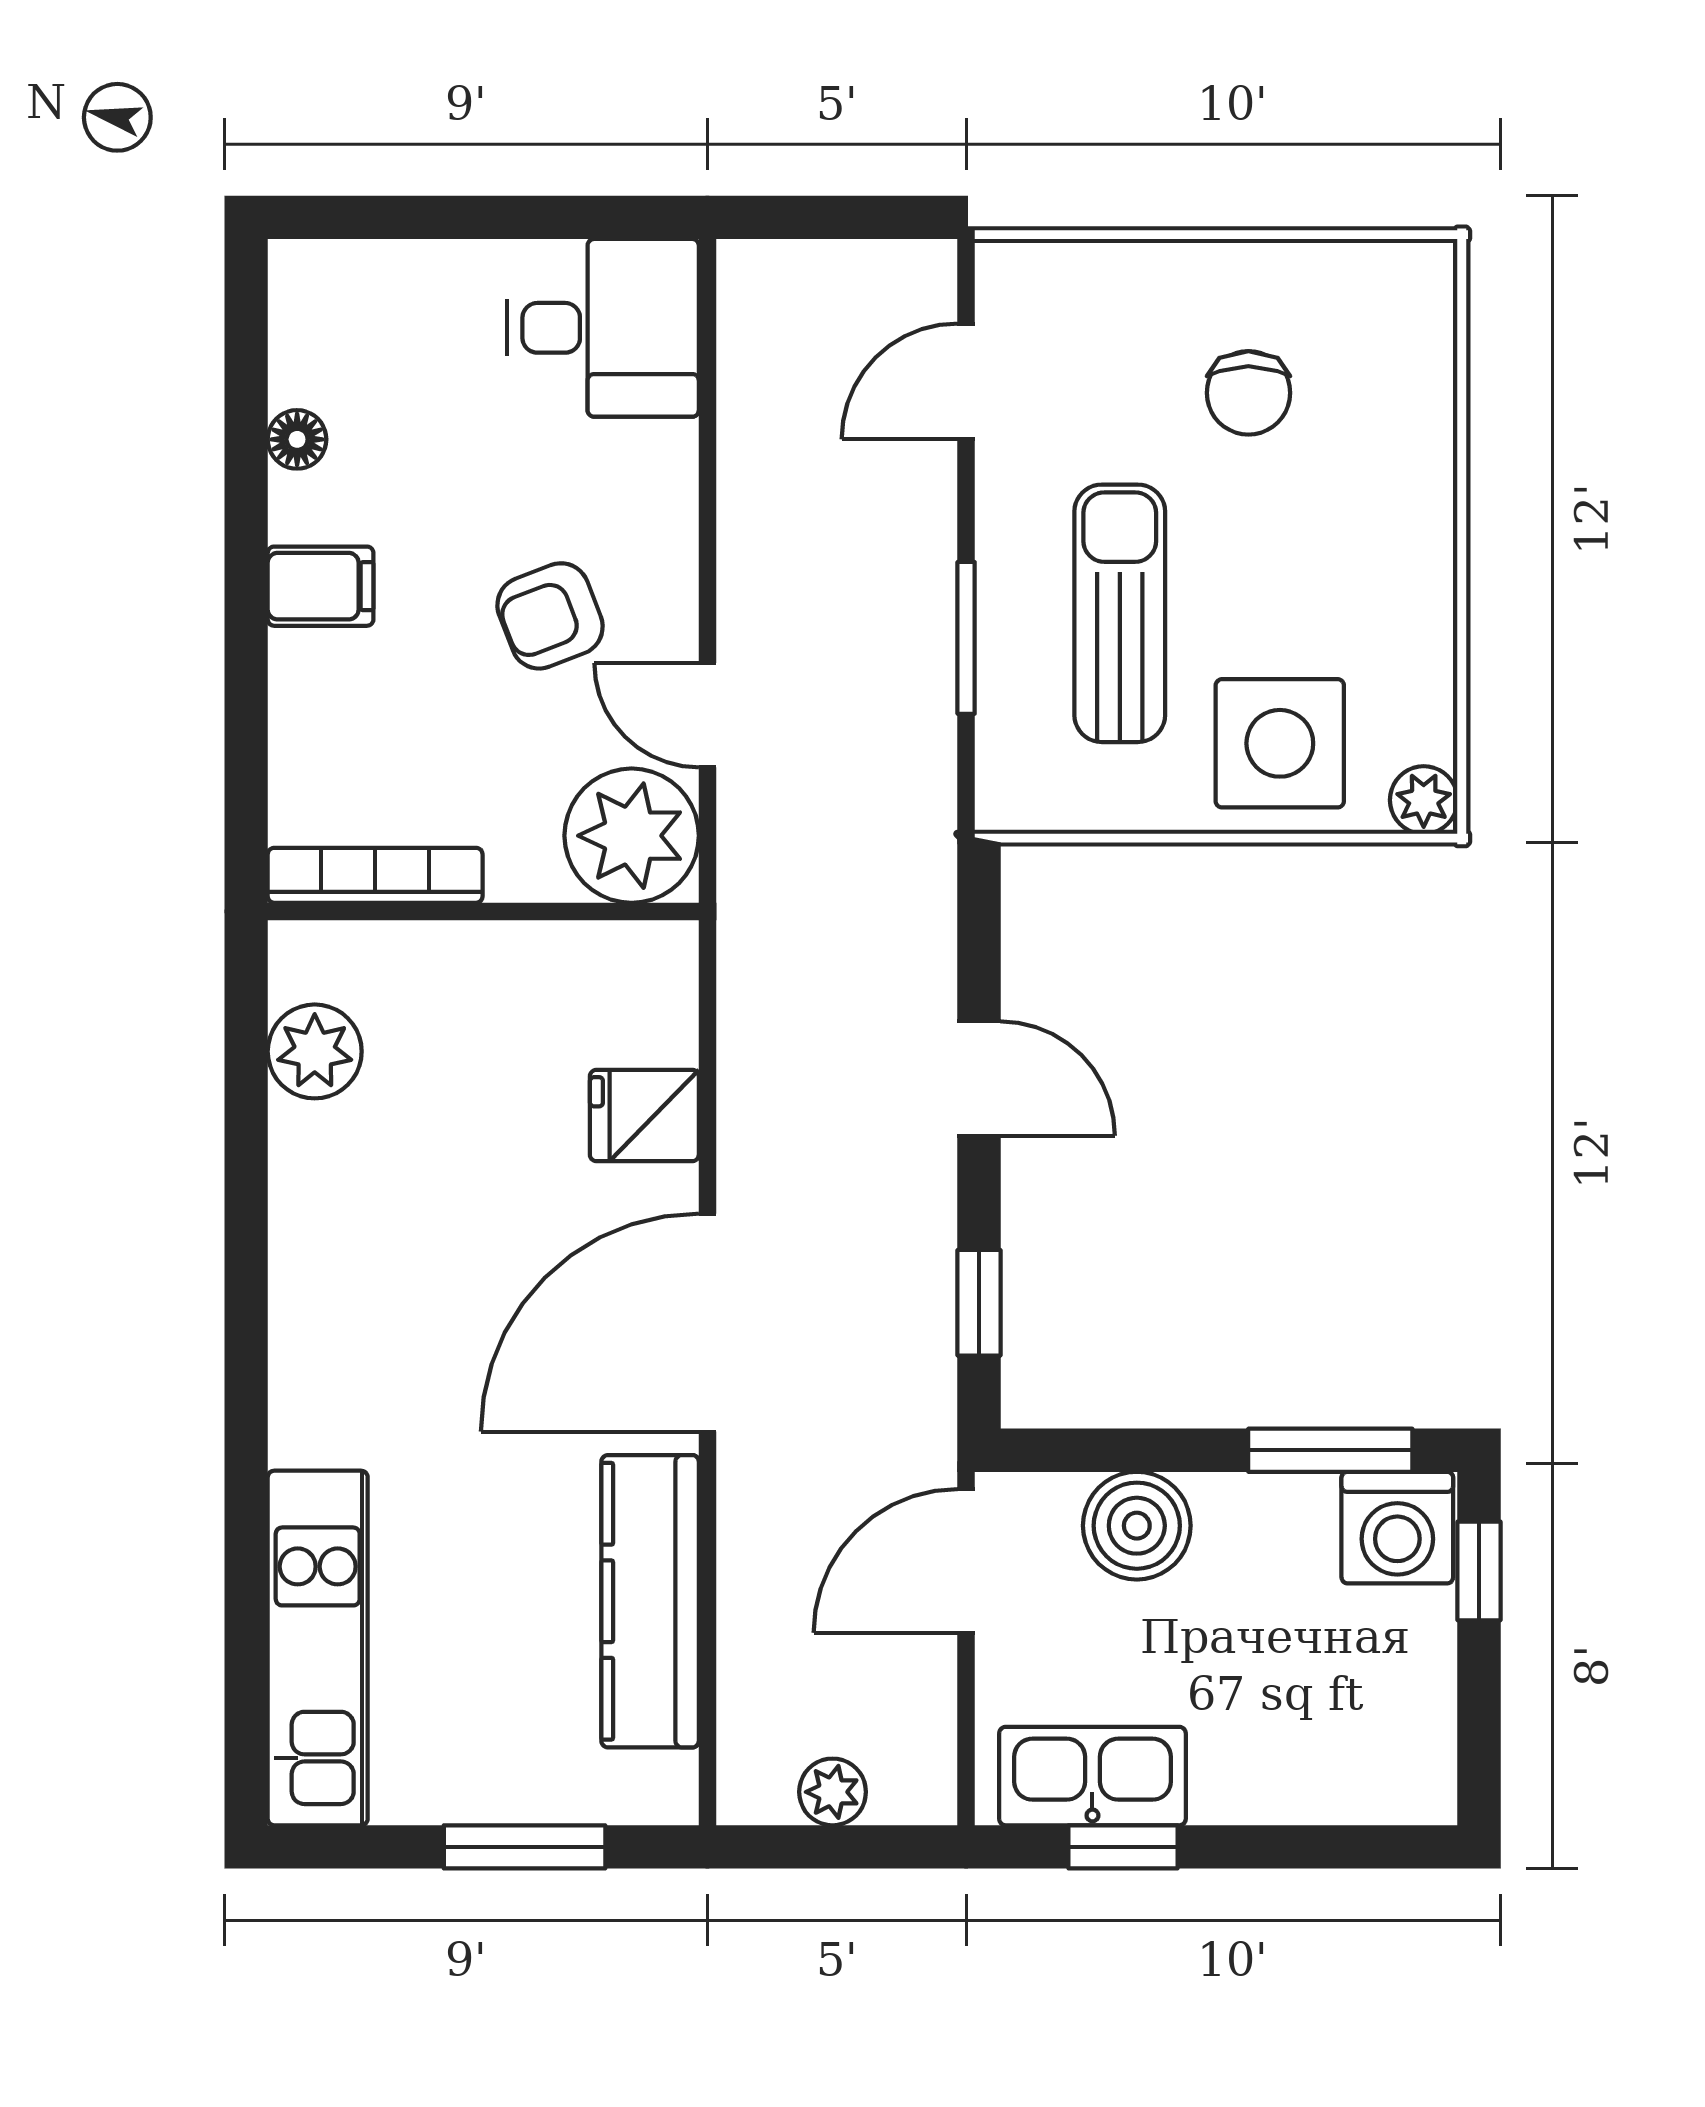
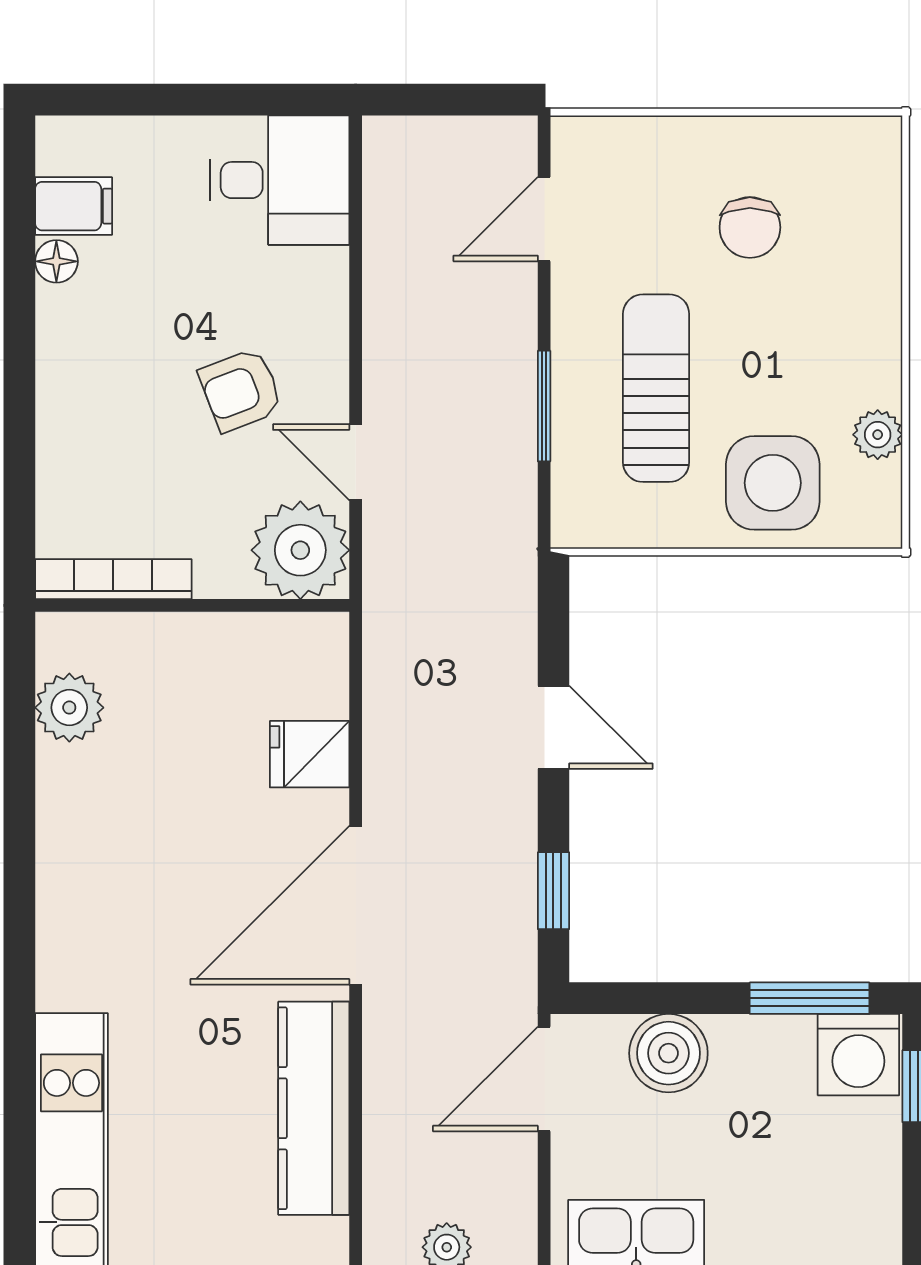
filing cabinet: (321, 586) -> (74, 206), moved
plant: (1424, 800) -> (878, 435), moved

